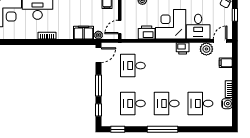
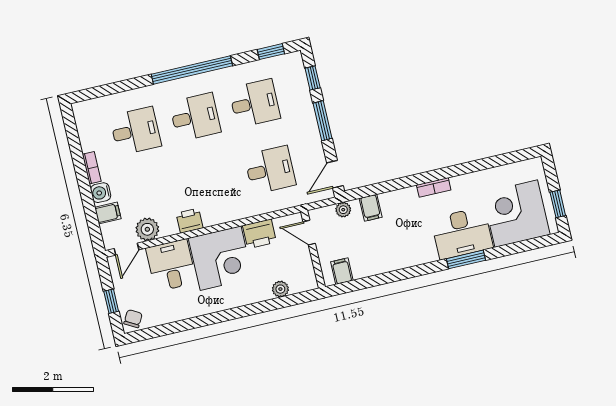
door: (120, 27) -> (309, 233), swing flipped
filing cabinet: (84, 33) -> (371, 208), width x0.50
water cooler: (227, 104) -> (101, 193), moved
window: (163, 129) -> (192, 70), width x1.46

